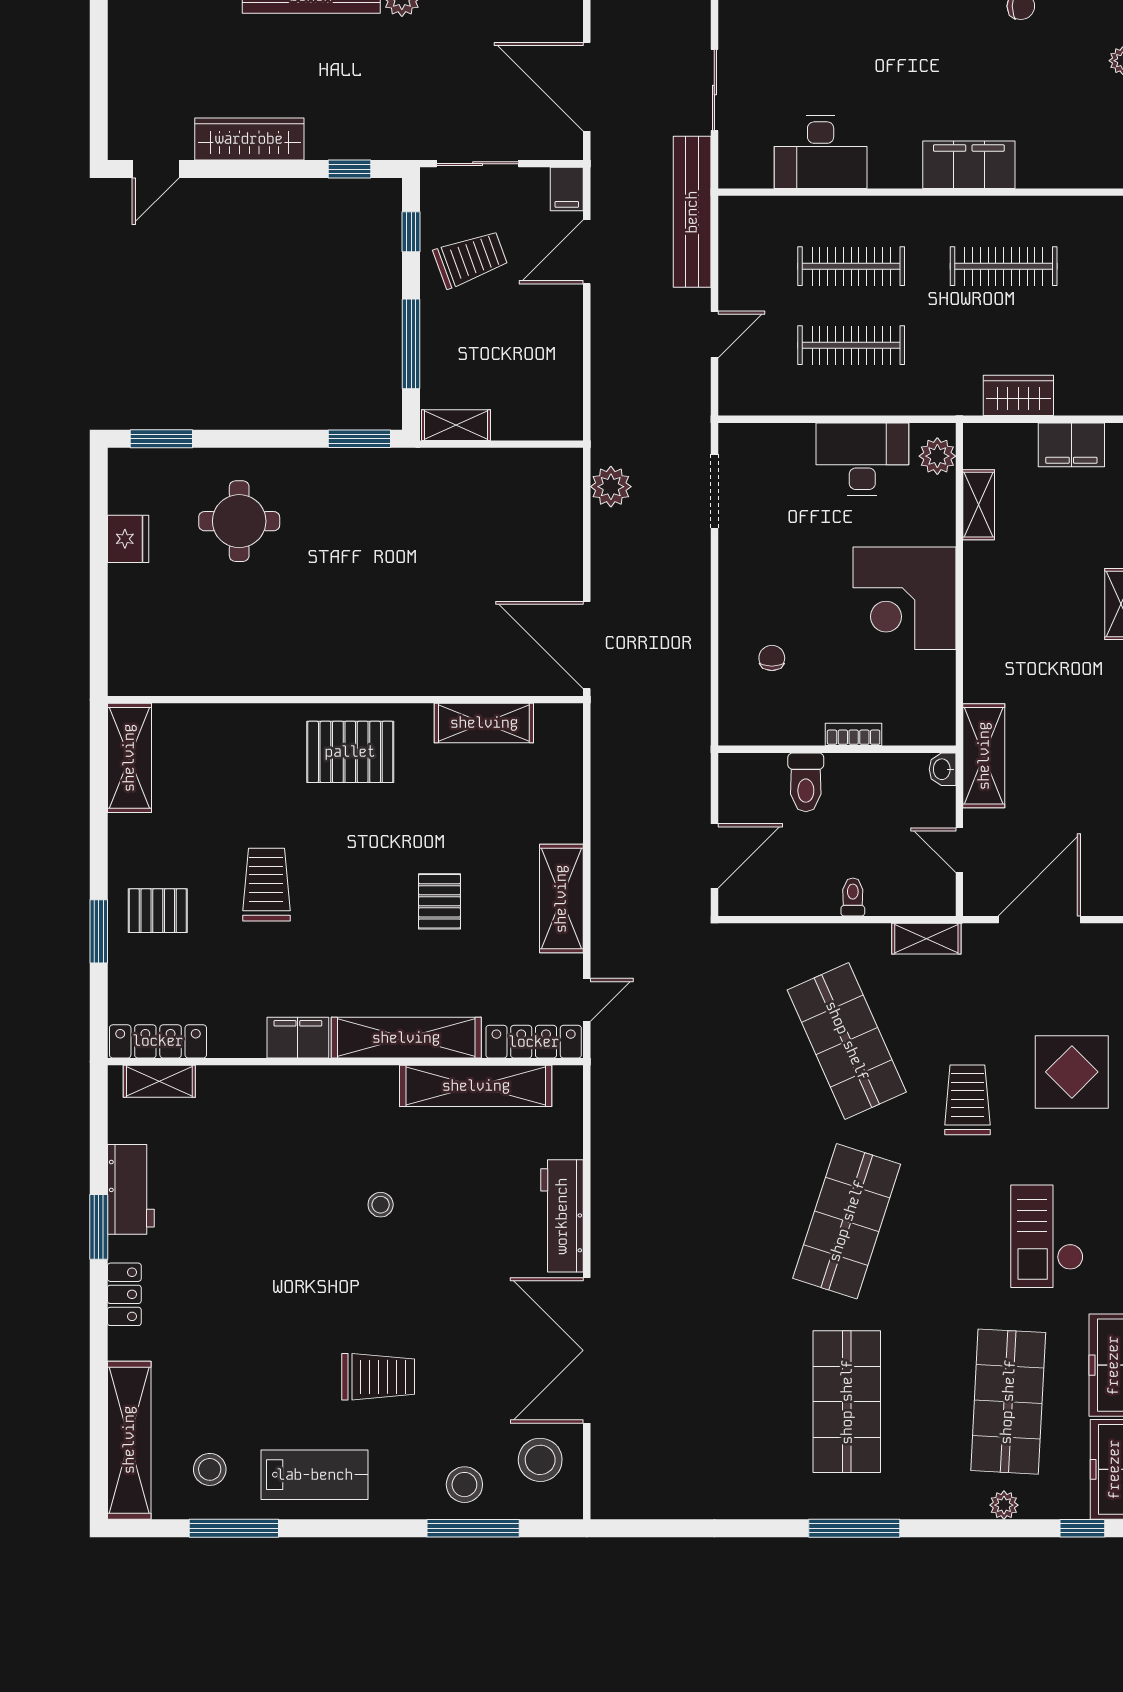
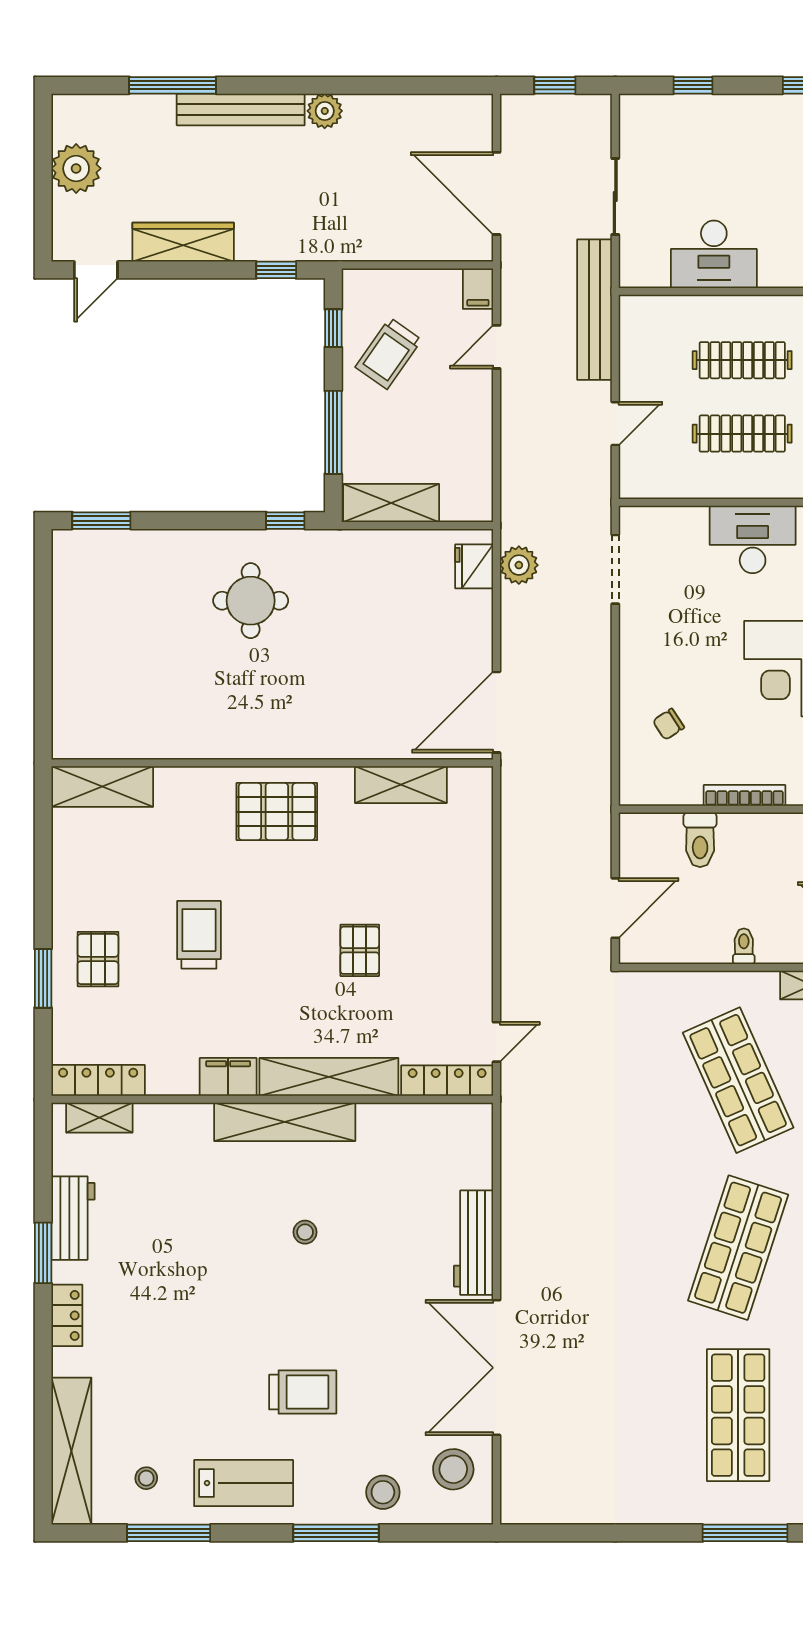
plant: (134, 60) -> (76, 168), added
sliding door: (478, 164) -> (395, 265), removed
door: (587, 252) -> (497, 347), width x0.73
trolley: (470, 259) -> (389, 353), turned 145
shelving: (456, 425) -> (391, 503), width x1.50, depth x1.33
window: (359, 439) -> (285, 521), width x0.67
round table: (239, 521) -> (251, 601), moved
fridge: (128, 539) -> (474, 566), moved, turned 180
door: (587, 645) -> (497, 712), hinge flipped
chair: (772, 658) -> (668, 724), turned -123
bookcase: (854, 734) -> (744, 795), width x1.56
shelving: (129, 758) -> (102, 787), moved, turned 90
shelving: (561, 899) -> (473, 948), removed
pallet: (158, 911) -> (98, 959), turned 90
shelving: (476, 1086) -> (285, 1122), moved
stool: (210, 1469) -> (146, 1478), width x0.73, depth x0.73
window: (473, 1528) -> (336, 1533), moved

